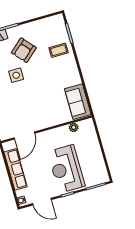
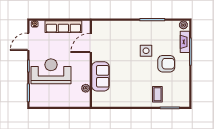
armchair: (24, 50) -> (166, 64), turned 131
sofa: (78, 102) -> (100, 76), moved, turned 90
door: (24, 136) -> (91, 43), hinge flipped

